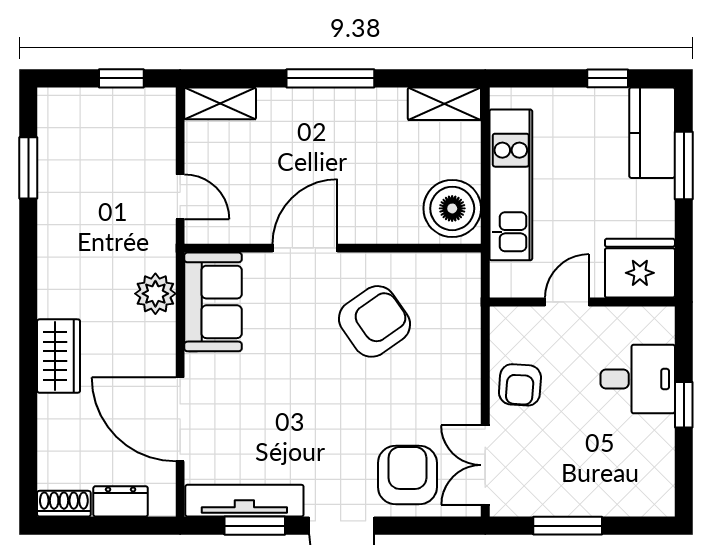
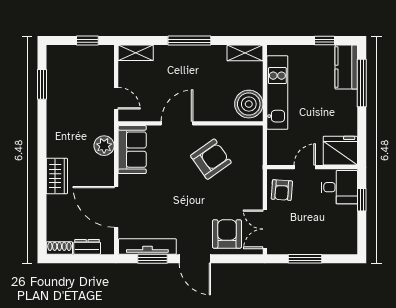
window: (684, 165) -> (362, 83), width x1.44
fridge: (640, 268) -> (340, 151), moved
door: (567, 302) -> (305, 167), moved
wall: (582, 302) -> (312, 167), moved

